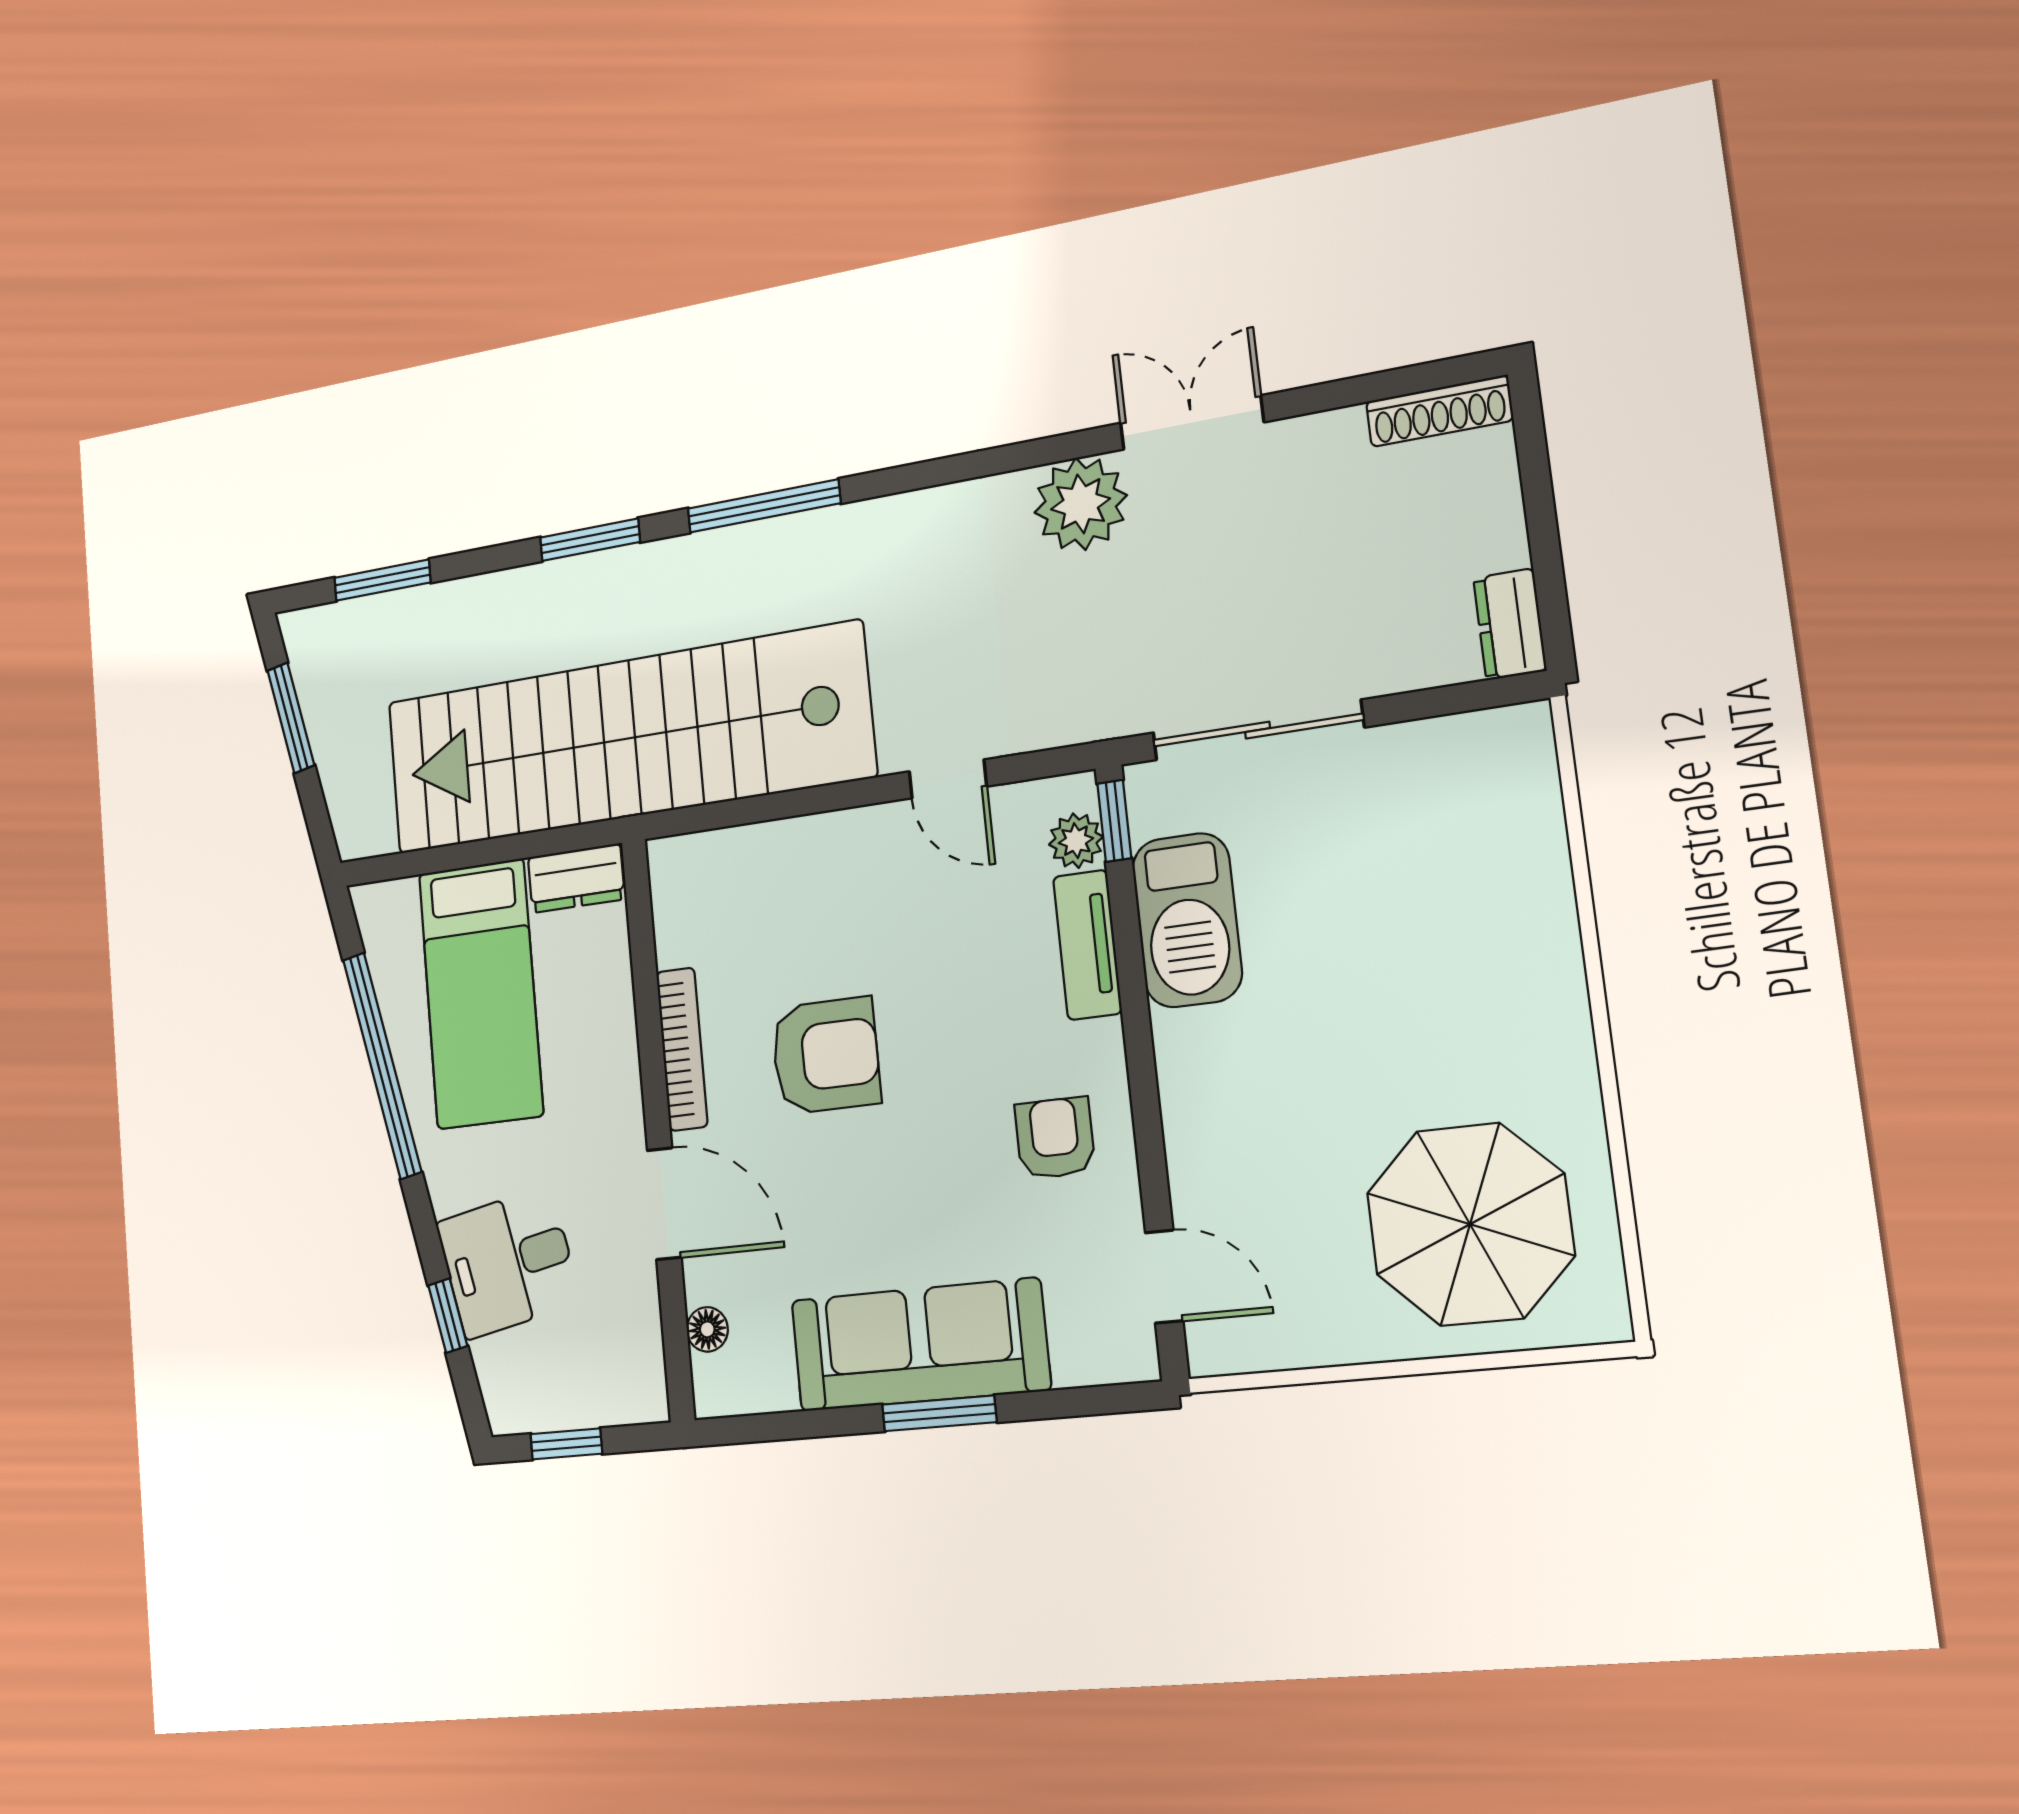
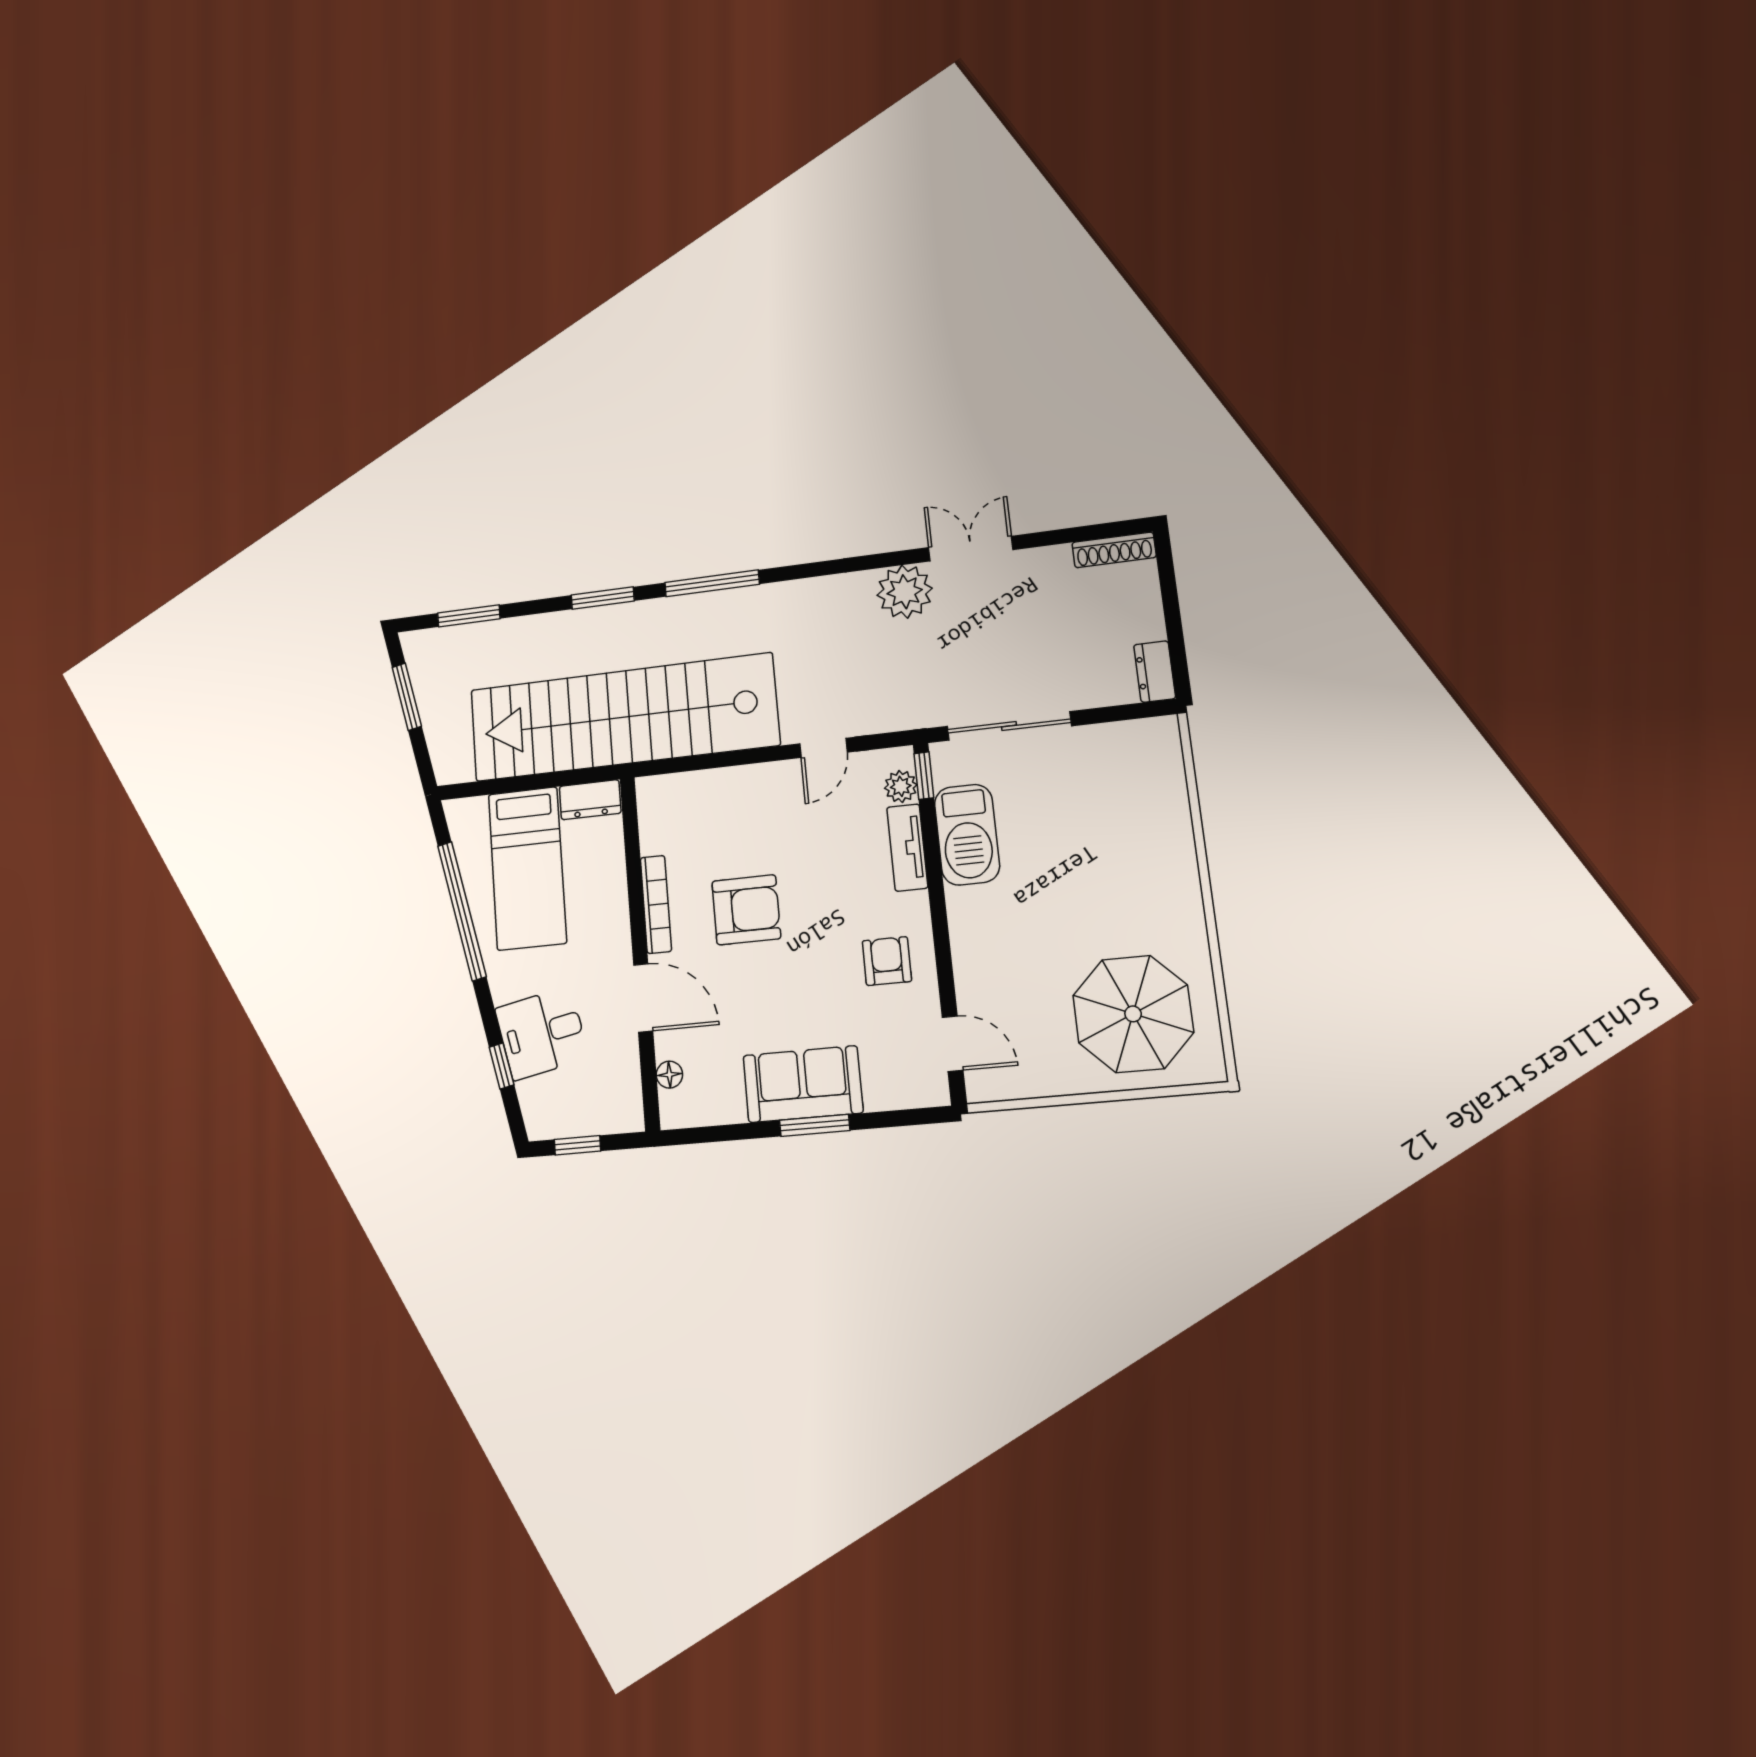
door: (948, 779) -> (823, 748), hinge flipped
sofa: (920, 1345) -> (803, 1084), width x0.73

